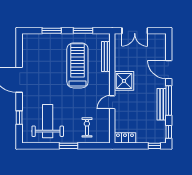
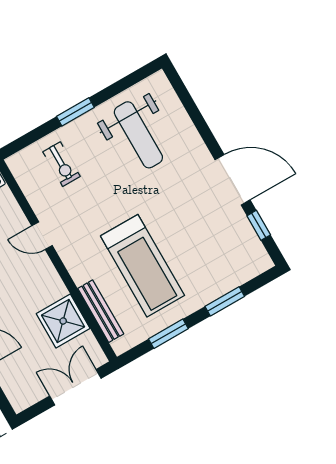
shower: (124, 81) -> (63, 321), moved
door: (112, 102) -> (42, 236), swing flipped
window: (19, 118) -> (259, 225), moved

